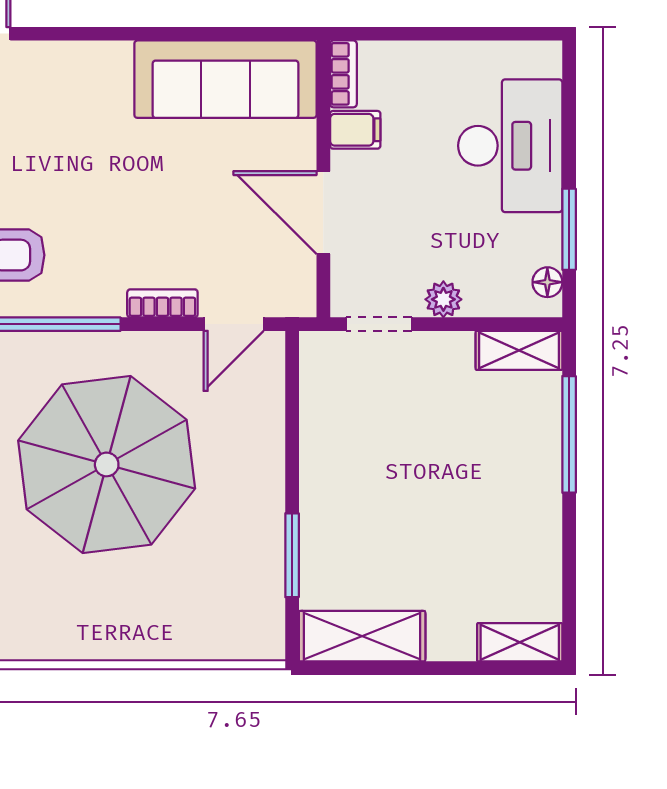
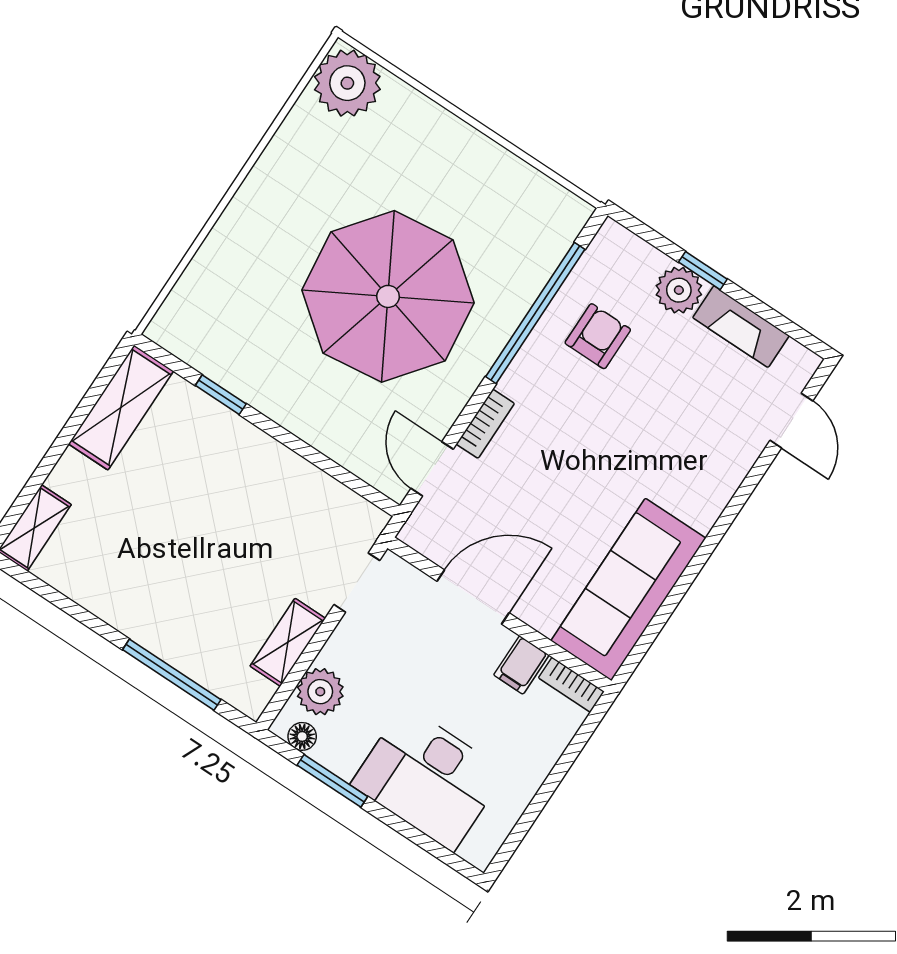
plant: (443, 299) -> (320, 692), moved, width x1.38, depth x1.38
shelving: (519, 350) -> (288, 642), moved
window: (292, 555) -> (221, 395), width x0.67

